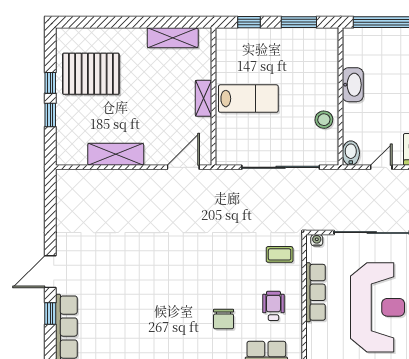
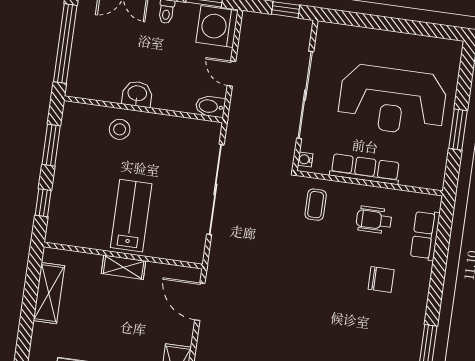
washbasin: (353, 85) -> (137, 94), width x0.72
stool: (324, 120) -> (120, 129), moved
reception desk: (378, 307) -> (392, 100), turned 180

